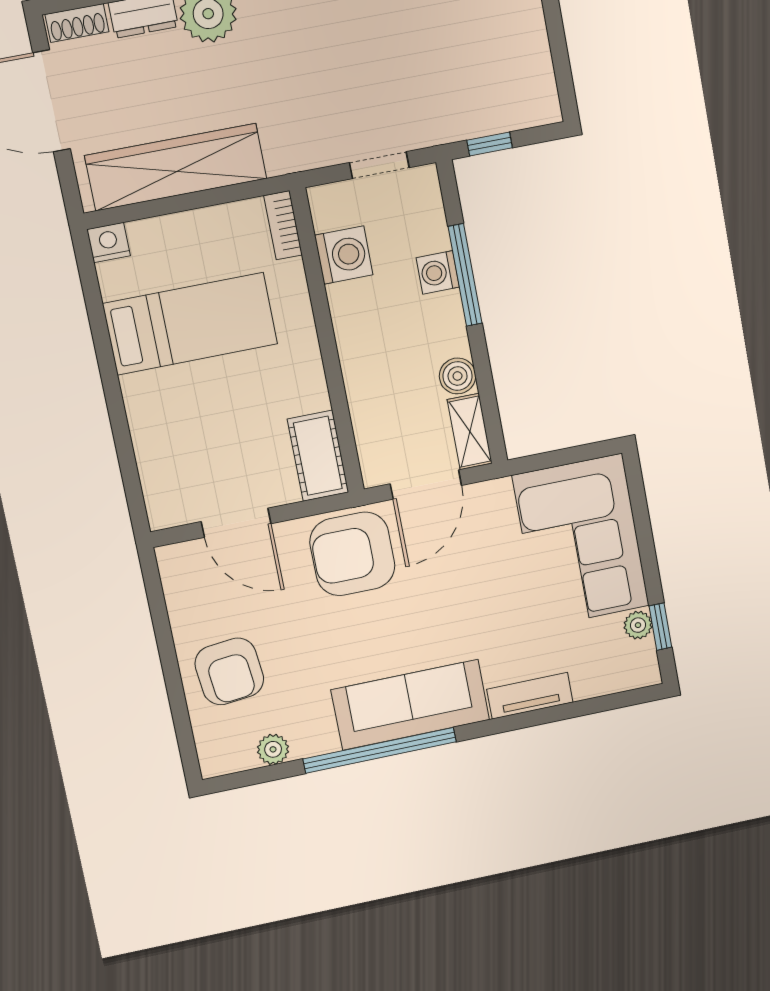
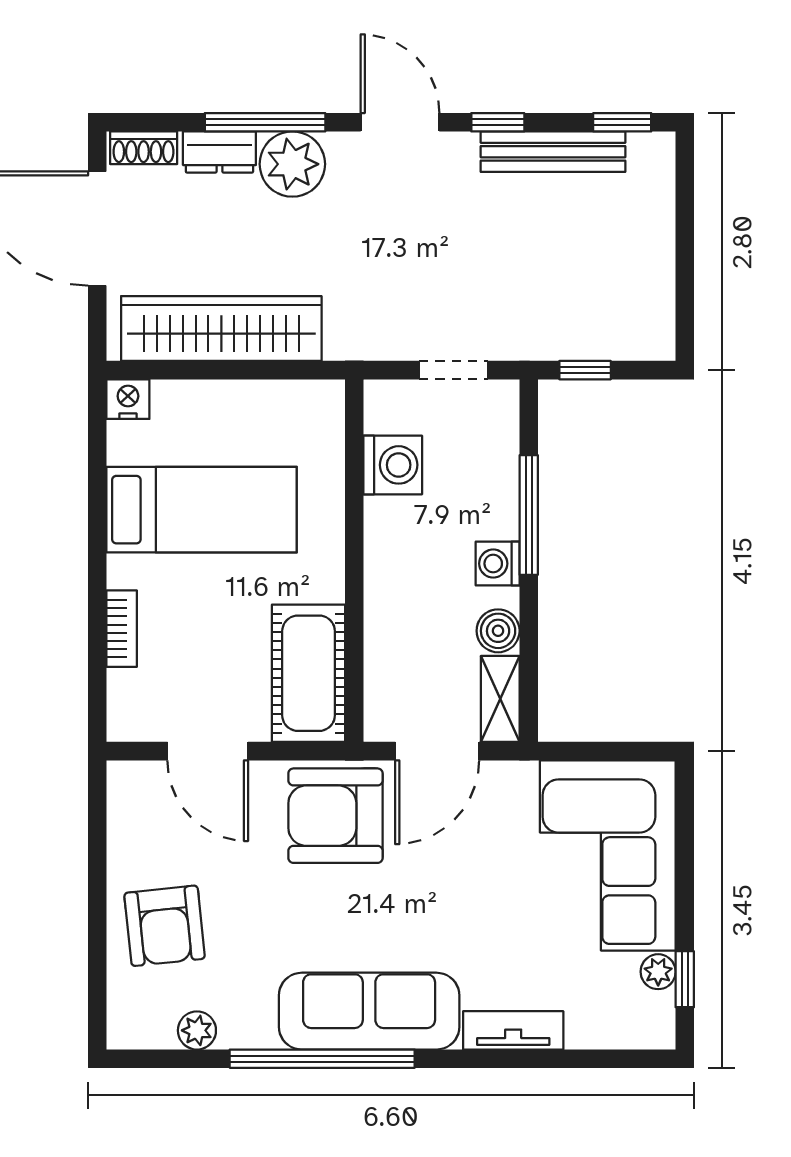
bookcase: (283, 225) -> (122, 629), moved, turned 180
washing machine: (438, 272) -> (498, 564), moved
cot: (318, 456) -> (309, 673), width x1.37, depth x1.34

